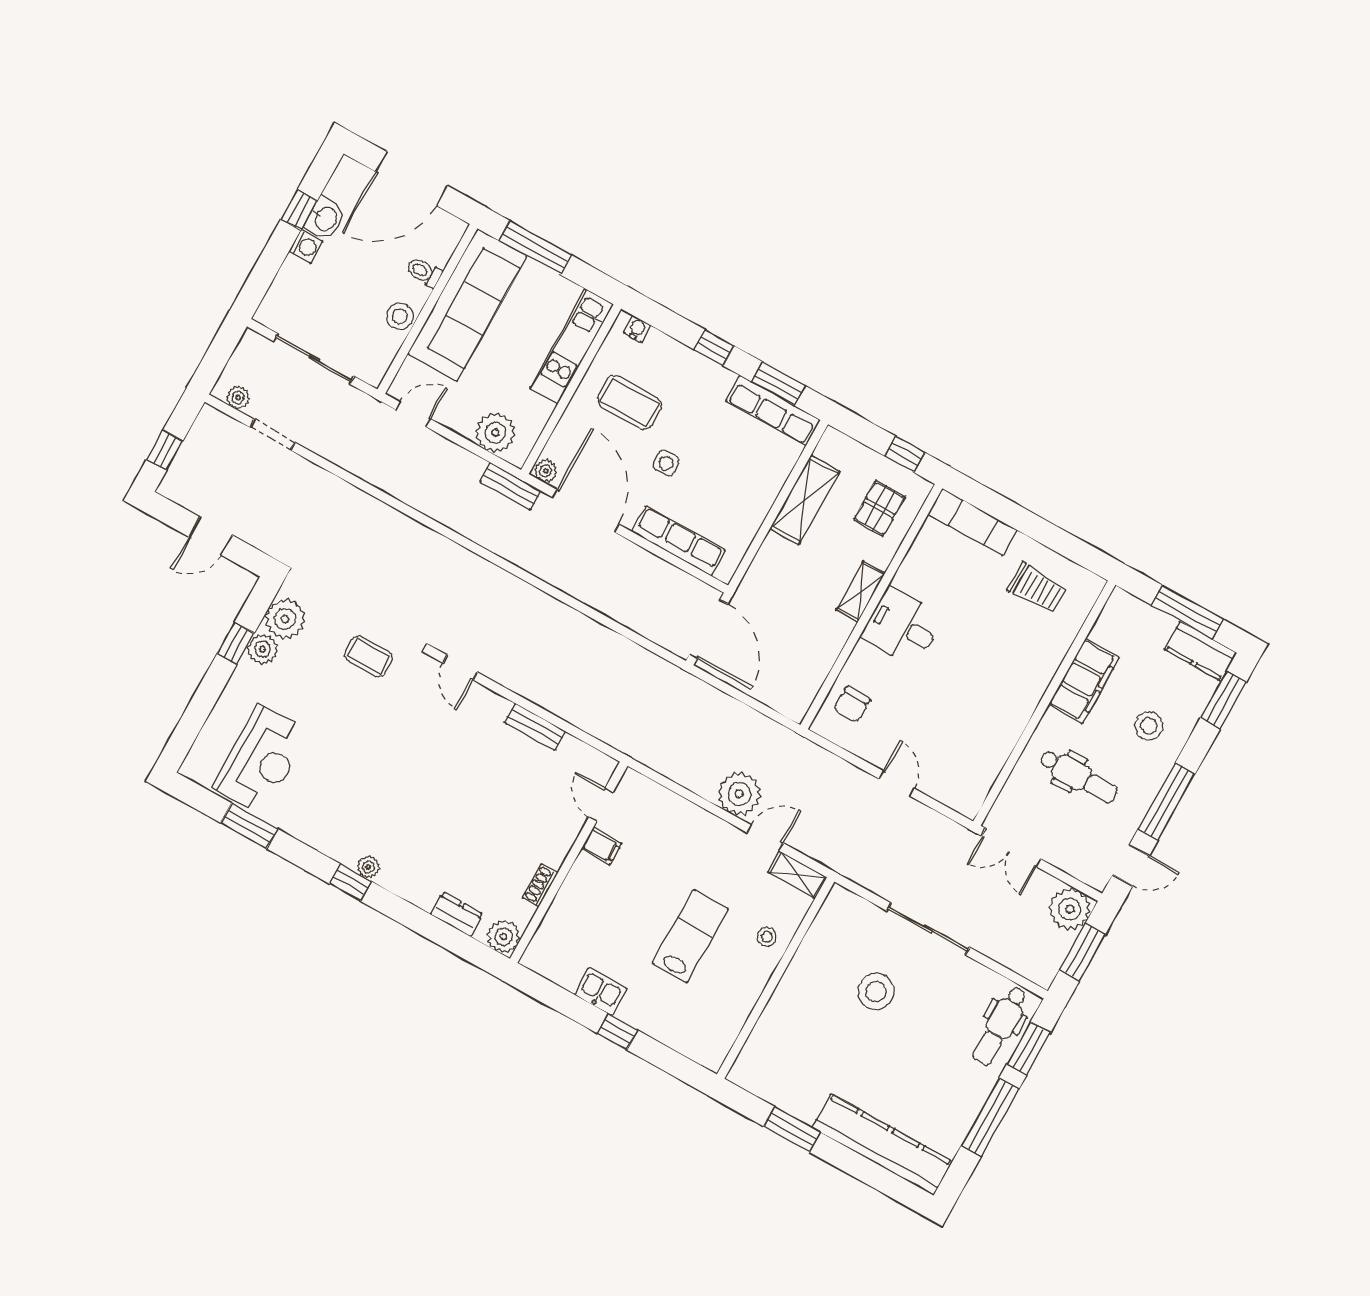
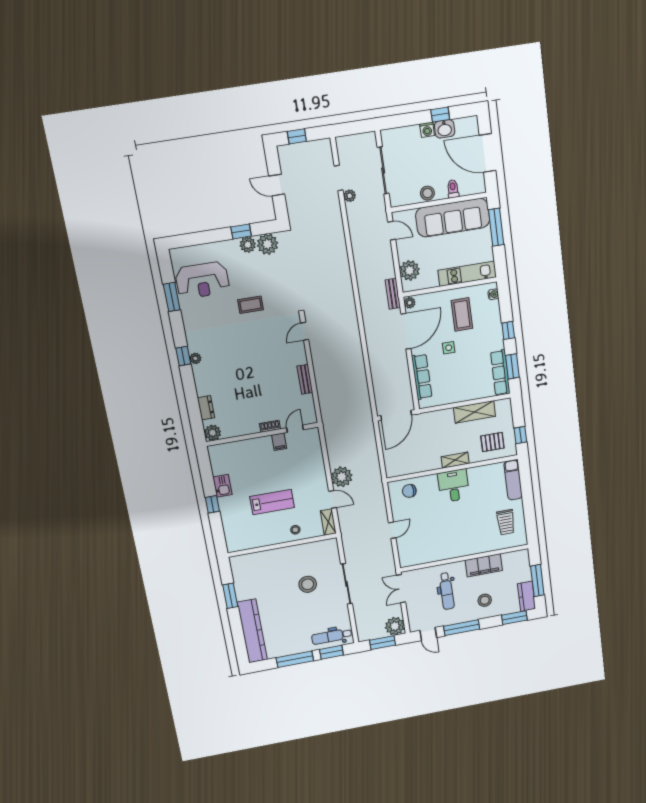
plant: (238, 398) -> (350, 196), moved
coffee table: (369, 656) -> (251, 305), moved, turned 90
shoe rack: (540, 885) -> (270, 426), moved

